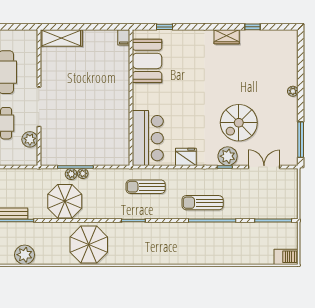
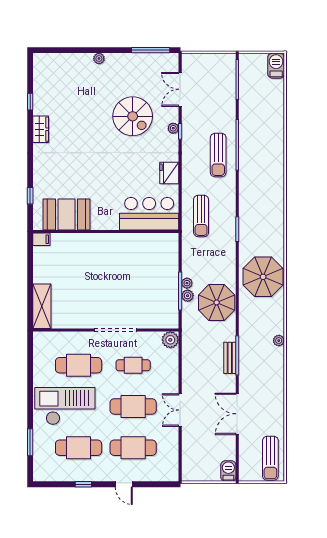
plant: (30, 139) -> (170, 340), moved
plant: (228, 156) -> (173, 128), width x0.53, depth x0.53
plant: (25, 255) -> (279, 341), width x0.53, depth x0.53

